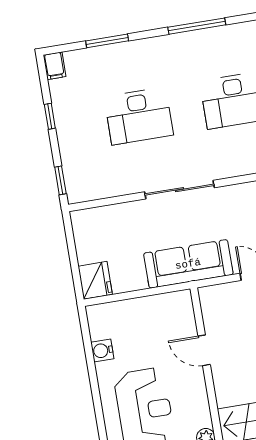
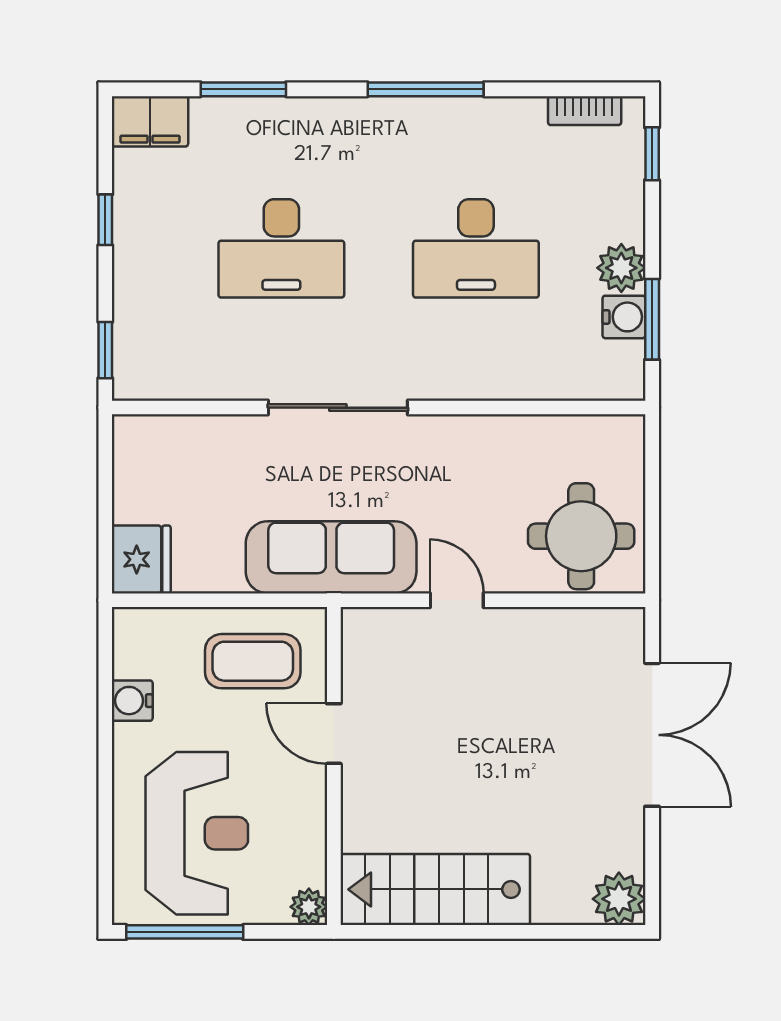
filing cabinet: (55, 66) -> (150, 121), width x2.00
coffee table: (158, 321) -> (253, 661), added

